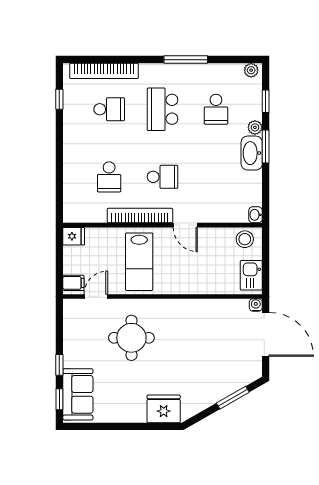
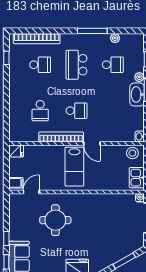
plant: (251, 70) -> (115, 38), moved
school desk: (216, 109) -> (113, 65), turned -90
lab bench: (139, 262) -> (74, 167), moved

